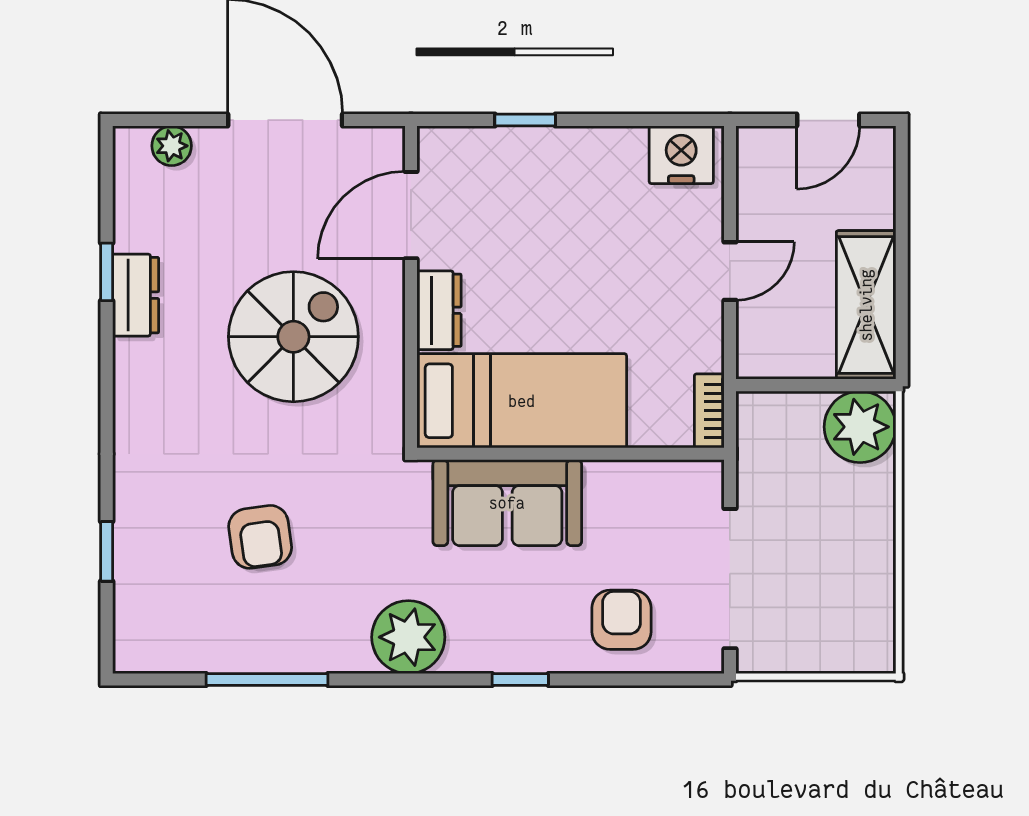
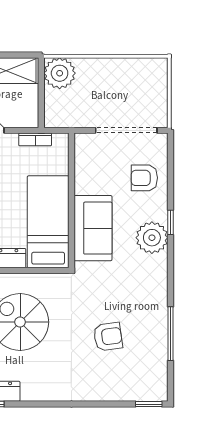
bookcase: (709, 411) -> (35, 139), moved
window: (107, 551) -> (149, 404), moved
plant: (408, 637) -> (152, 238), moved

